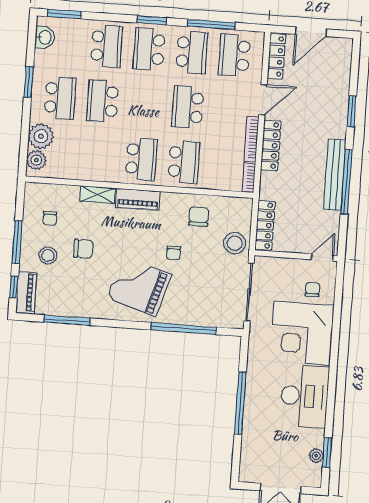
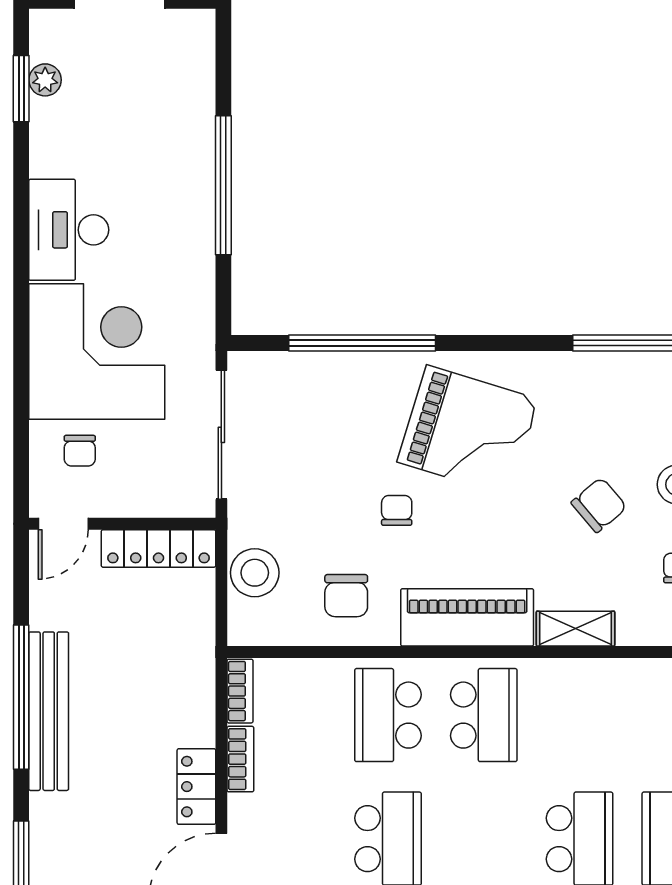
bookcase: (252, 139) -> (240, 759), width x0.64
locker: (271, 145) -> (196, 787), width x0.66
school desk: (141, 159) -> (484, 715), turned 180
piano: (138, 199) -> (467, 617), width x1.37, depth x1.33
locker: (265, 225) -> (159, 548), moved, turned -90
stool: (235, 243) -> (255, 573), moved
chair: (83, 249) -> (599, 505), turned 140
desk: (305, 396) -> (69, 230), width x0.73, depth x0.77

